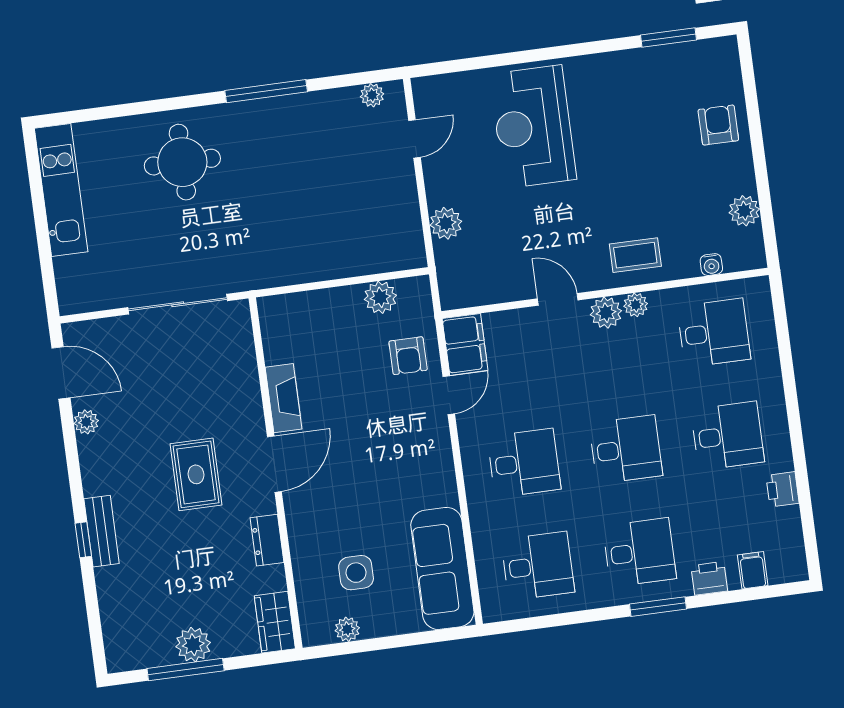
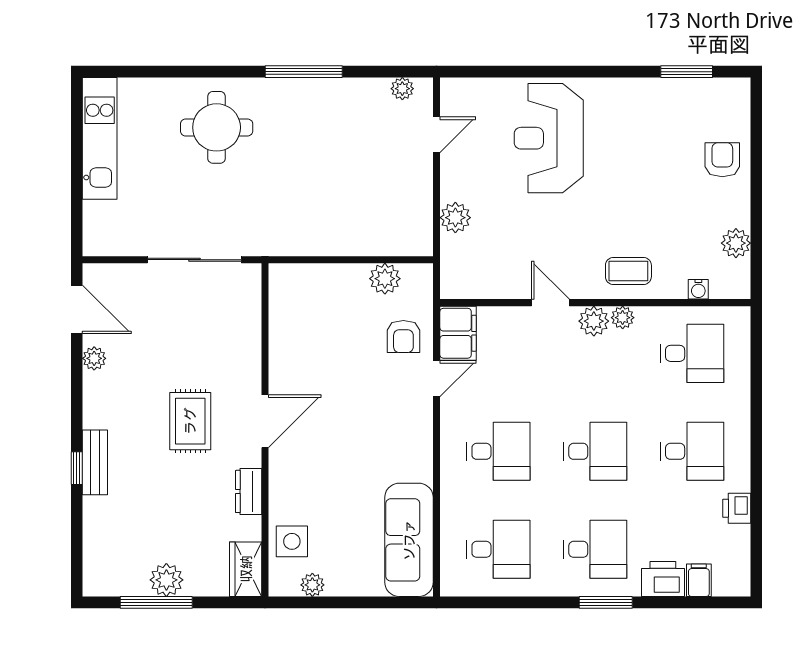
fireplace: (284, 398) -> (282, 361), removed
side table: (356, 573) -> (292, 541), moved
printer: (709, 578) -> (663, 579), width x1.36, depth x1.24

